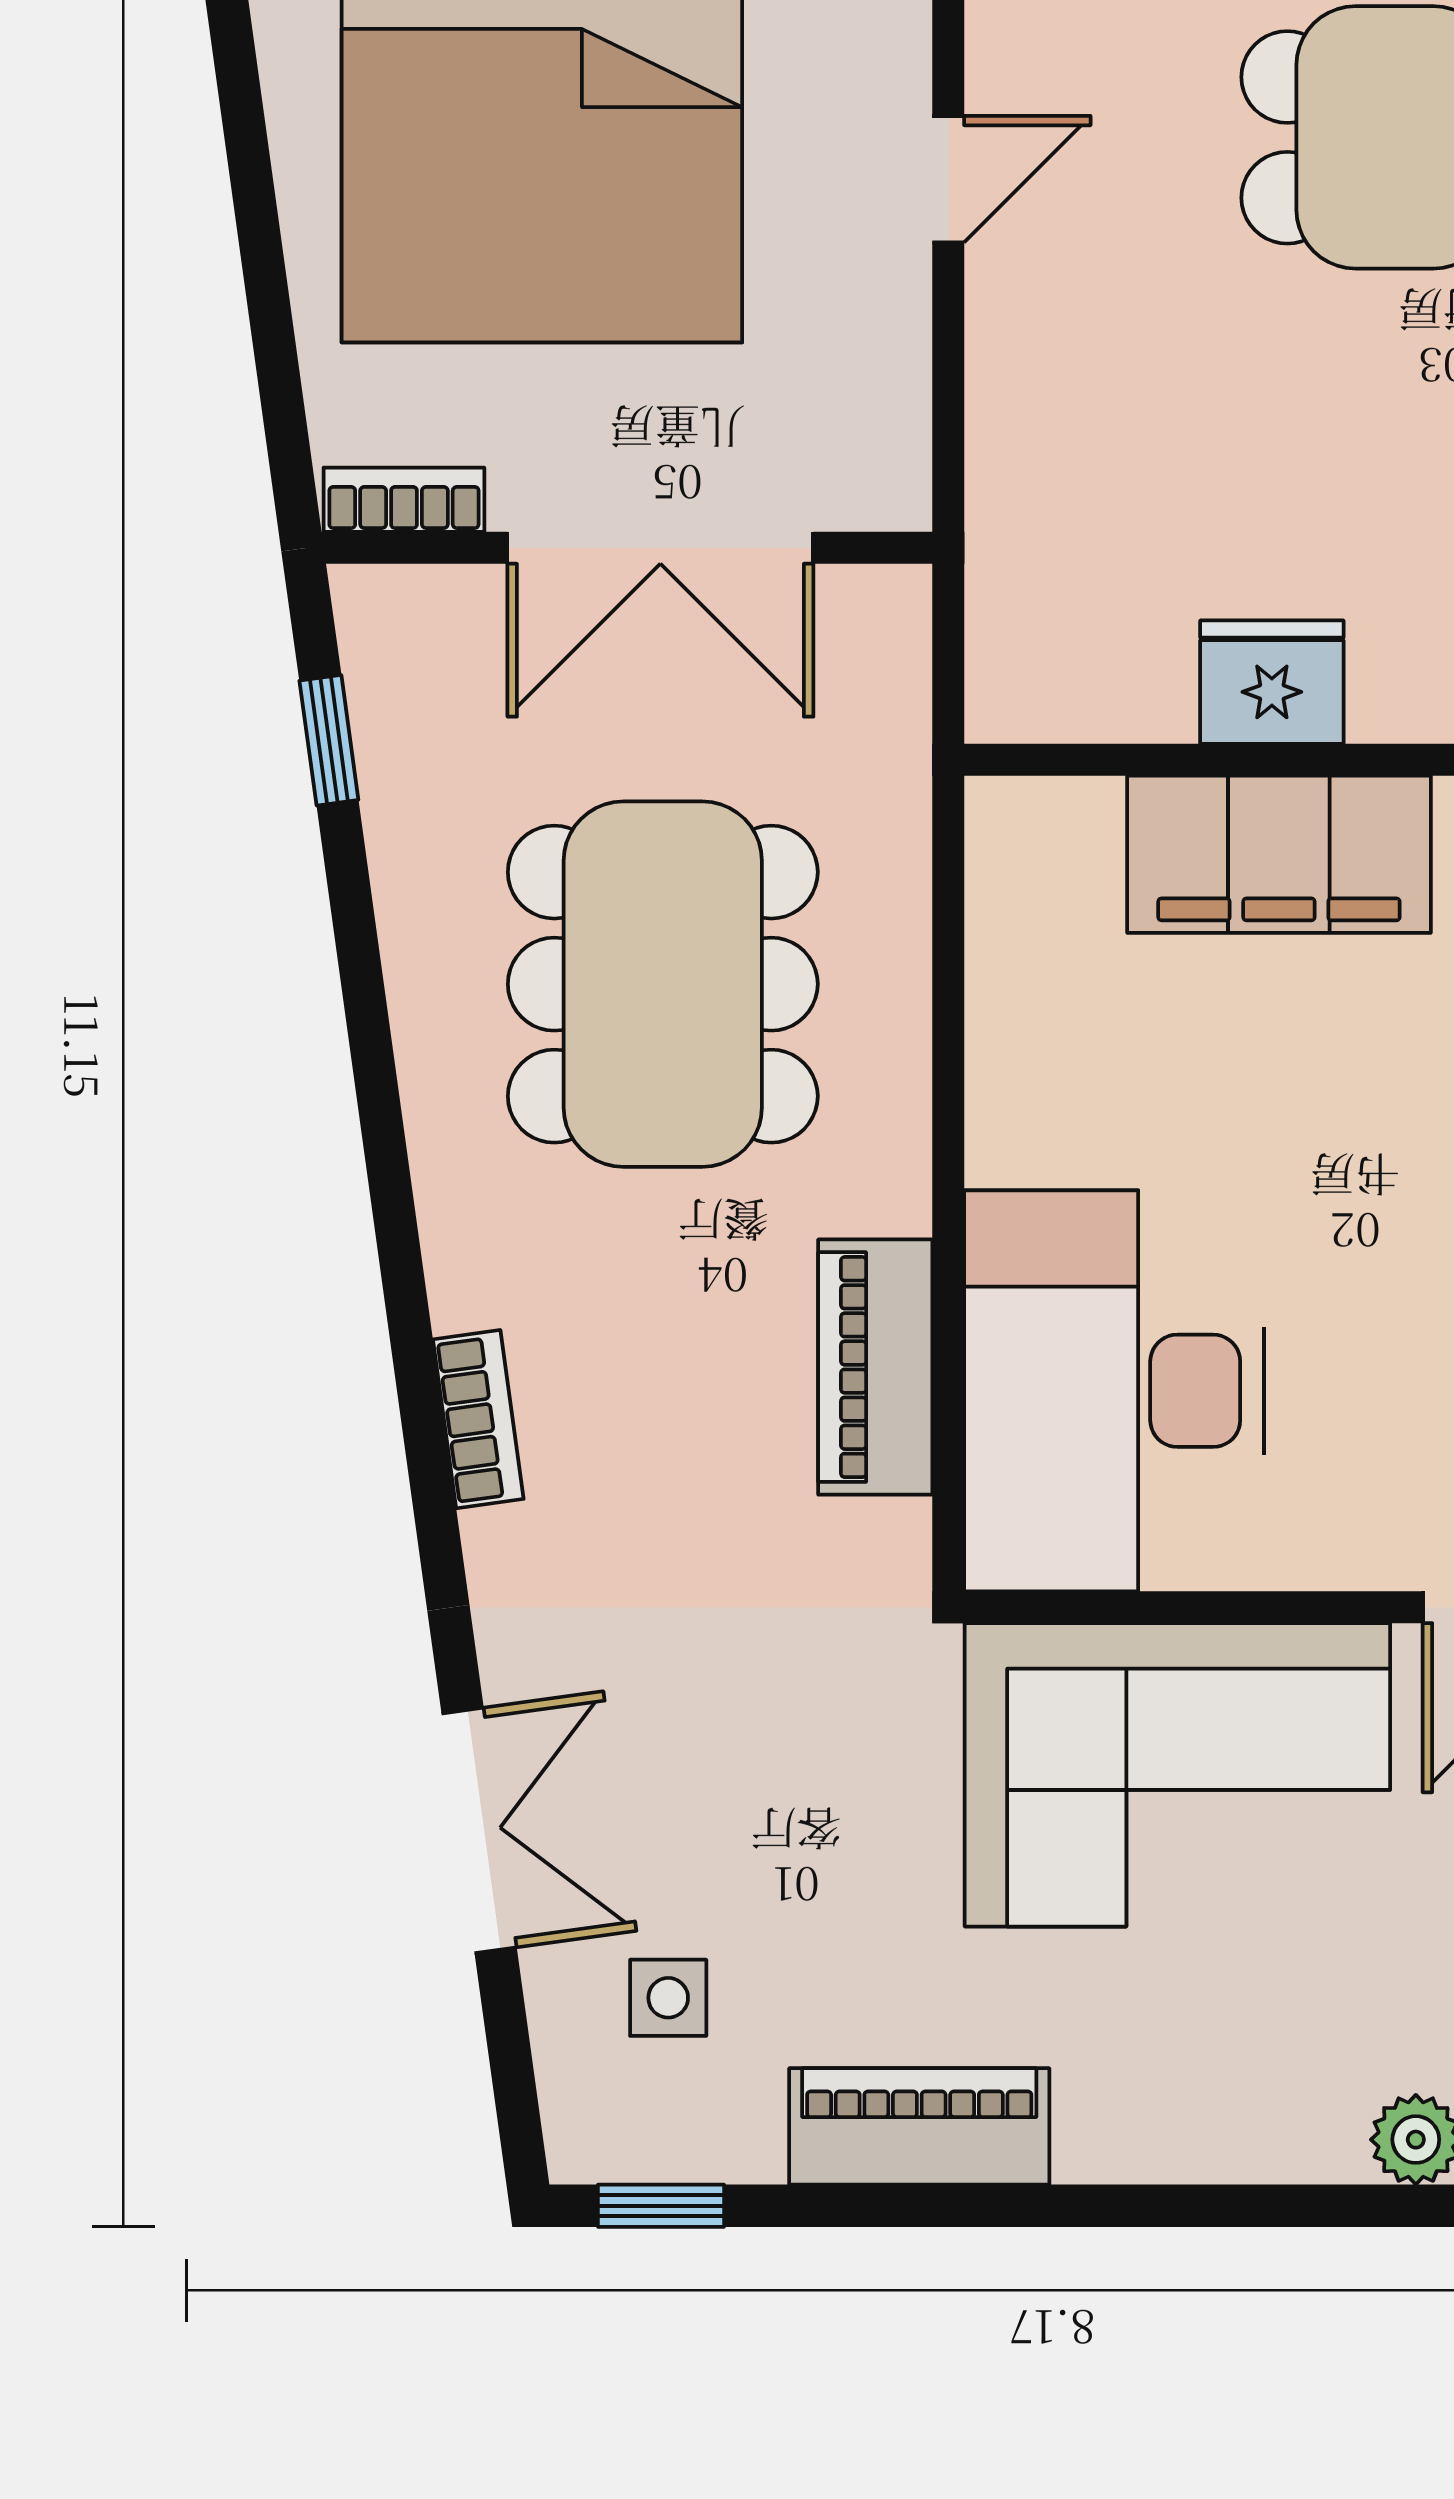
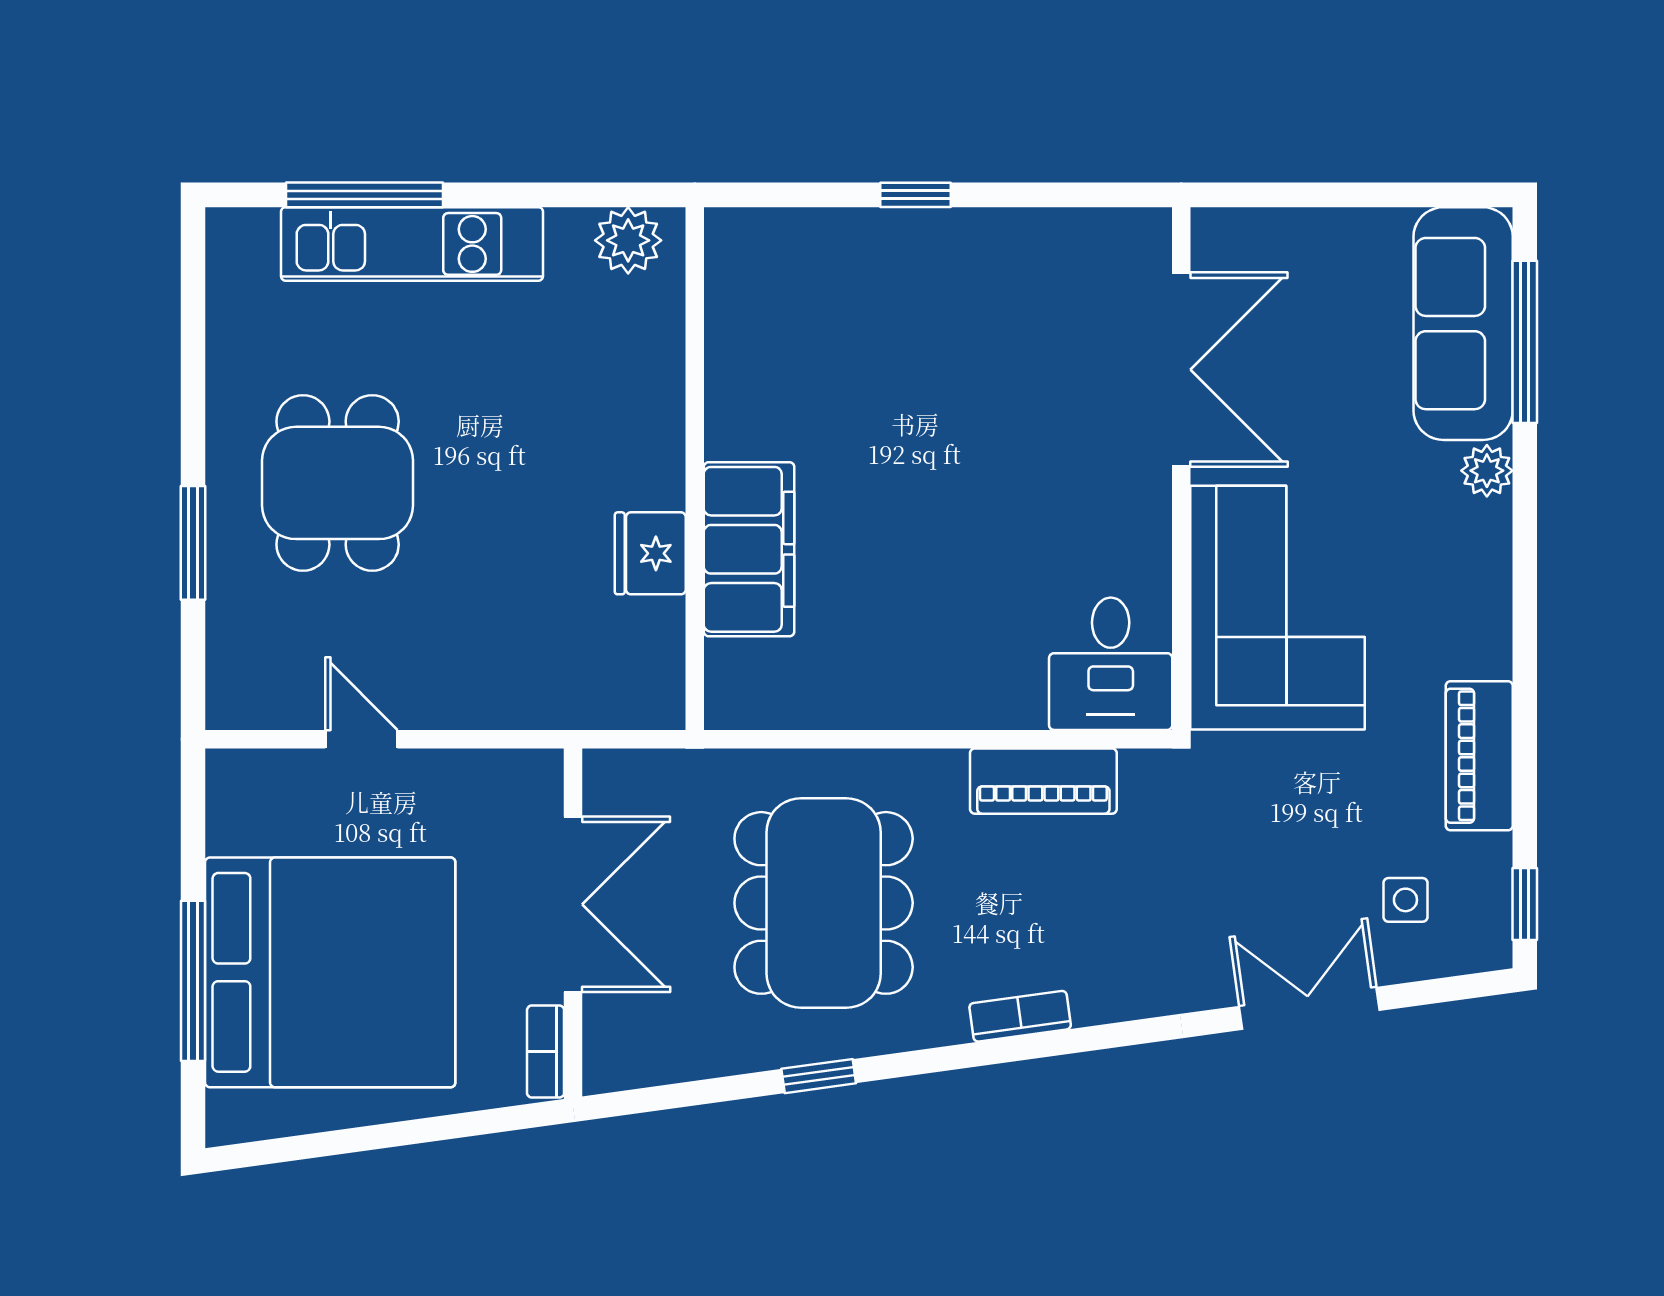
window: (329, 740) -> (819, 1076), moved
dining table: (663, 984) -> (824, 903), turned 90
desk: (1114, 1391) -> (1111, 664), width x0.53, depth x0.77
bookcase: (478, 1419) -> (1020, 1016), moved

